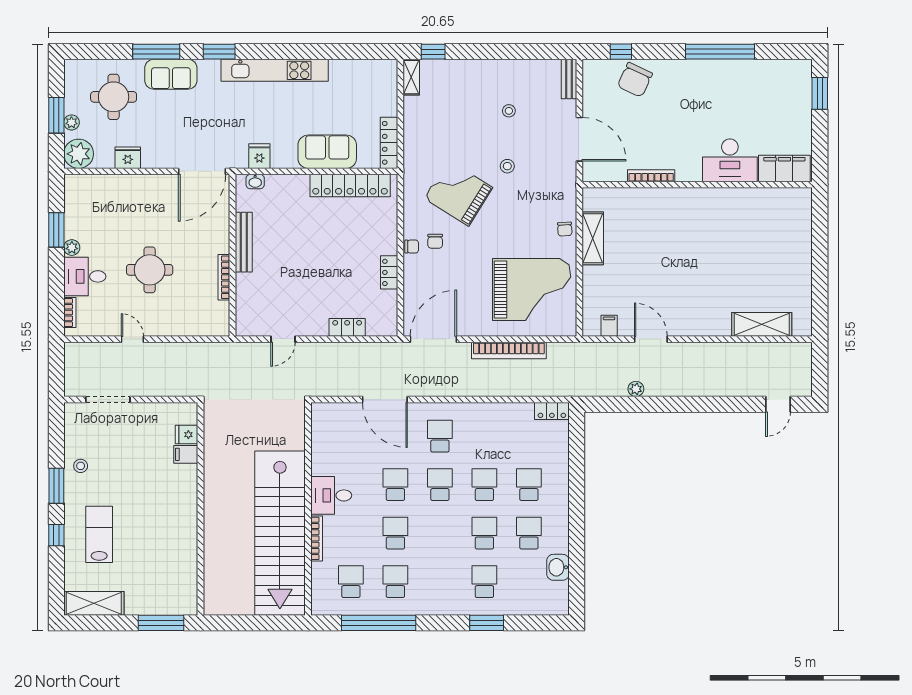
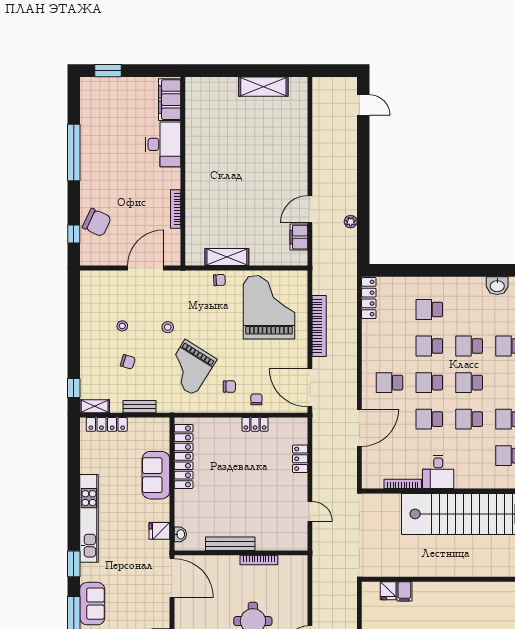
bench: (569, 79) -> (140, 407), moved
chair: (465, 118) -> (128, 362), added
locker: (389, 143) -> (107, 424), moved
chair: (412, 247) -> (256, 399), moved
shelving: (762, 324) -> (263, 87), moved, turned 90
filing cabinet: (609, 326) -> (299, 237), width x2.00
locker: (552, 411) -> (369, 298), width x1.53
school desk: (529, 533) -> (469, 383), moved
bookcase: (317, 538) -> (403, 484), moved

